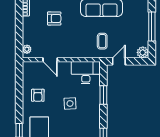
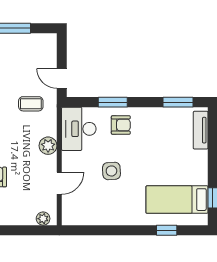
plant: (143, 52) -> (48, 146), moved
armchair: (38, 95) -> (121, 125), moved
side table: (70, 103) -> (111, 171), moved

